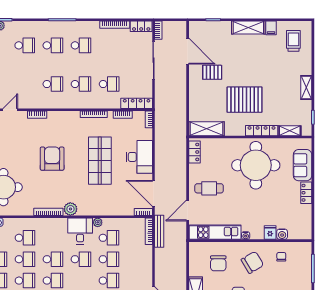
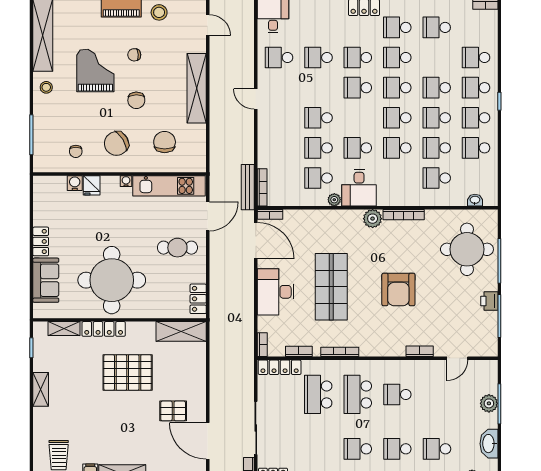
school desk: (81, 84) -> (358, 394), width x1.85
school desk: (109, 84) -> (318, 394), width x1.85

